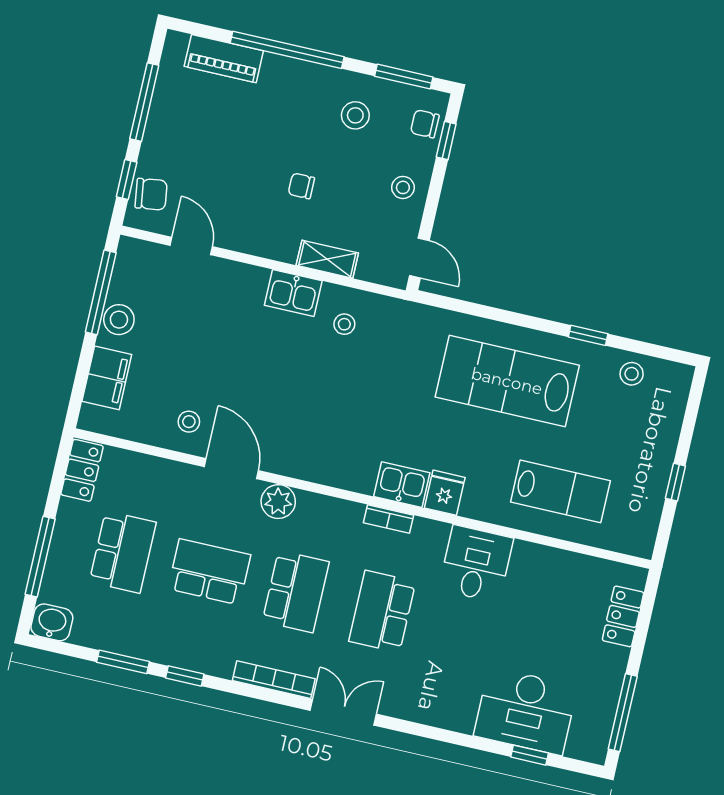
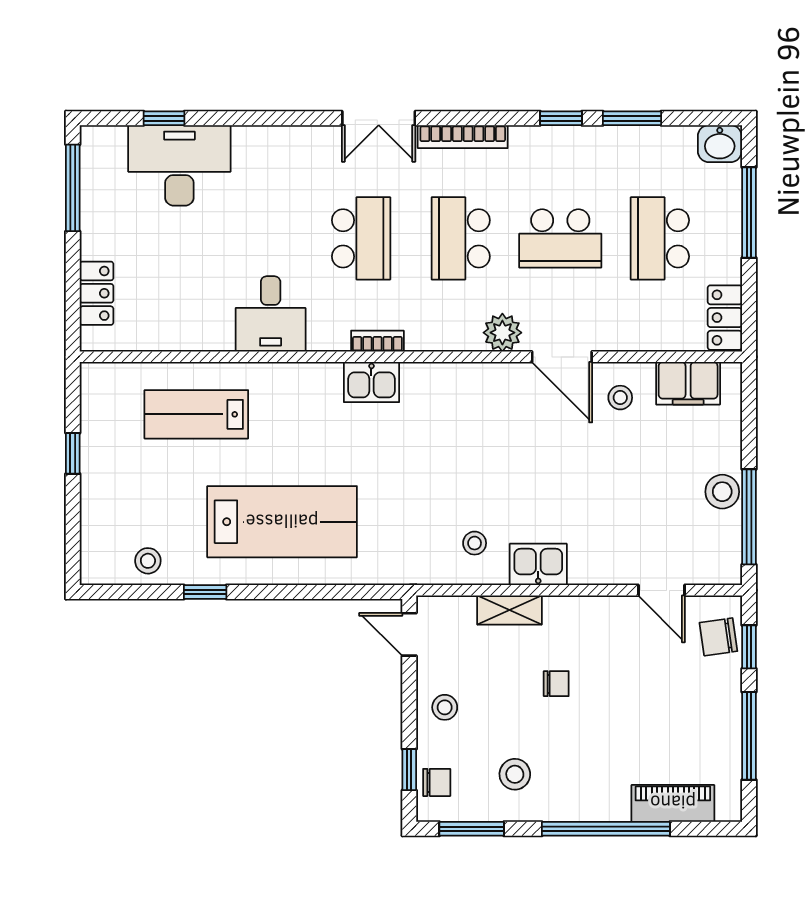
filing cabinet: (107, 378) -> (688, 383), moved, turned -90
fridge: (445, 493) -> (323, 384), removed

